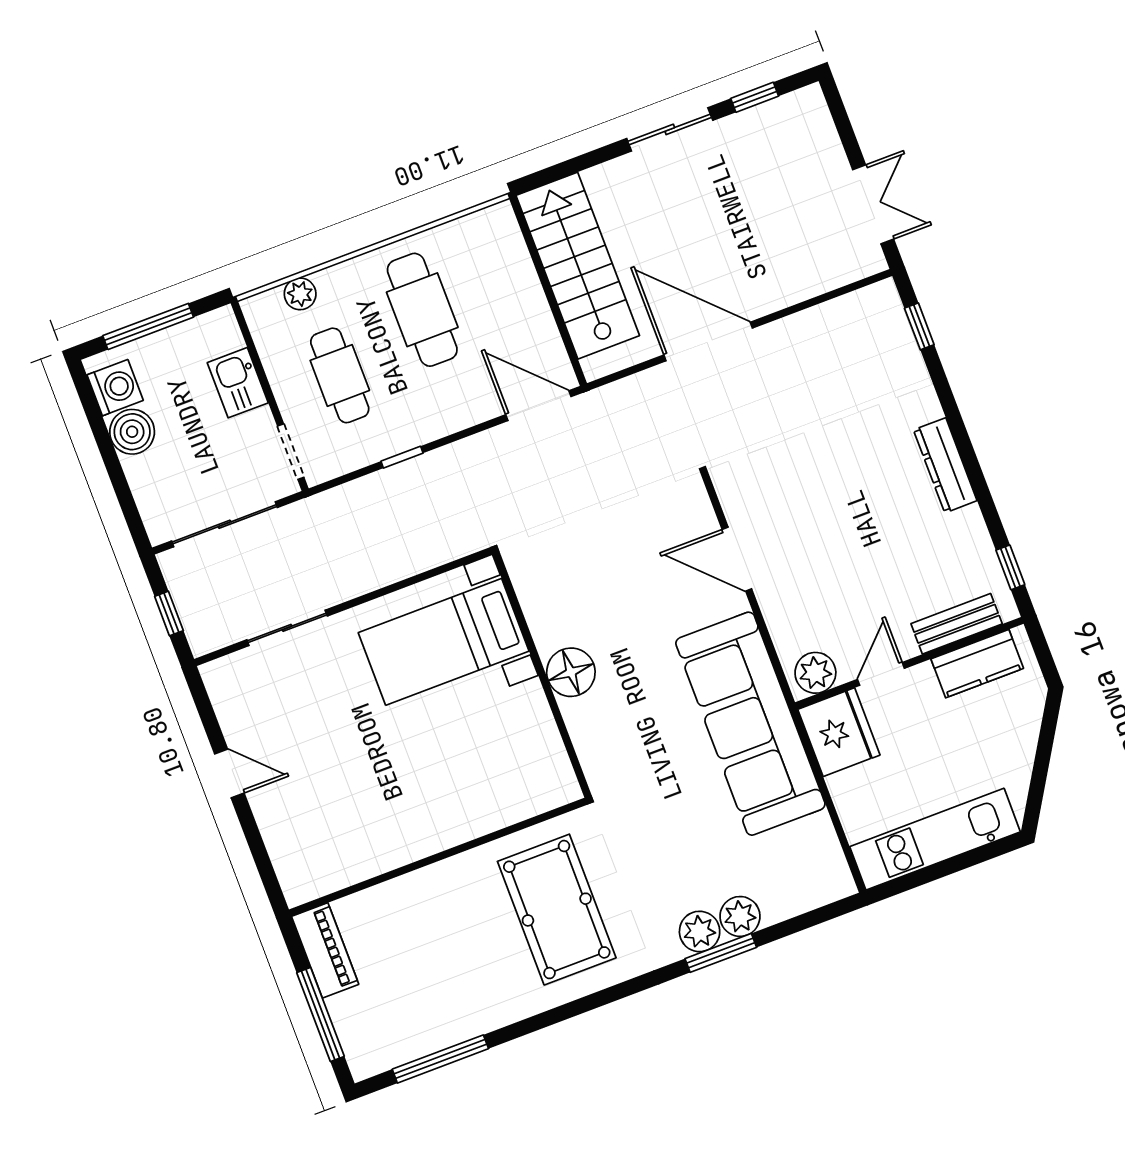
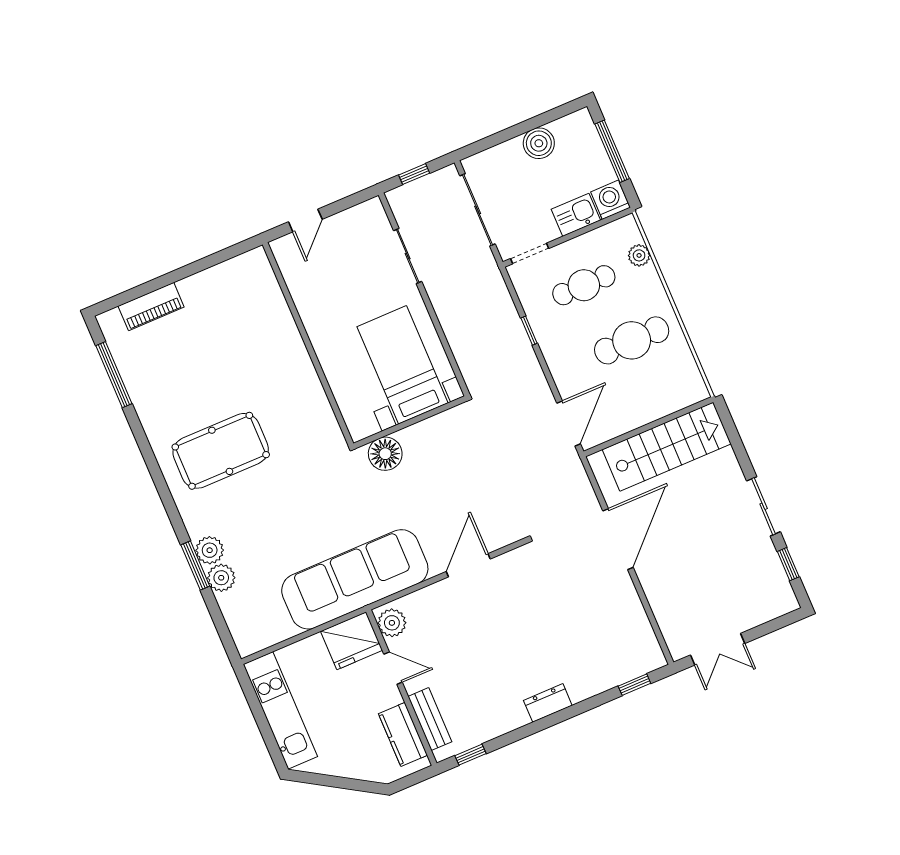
washing machine: (115, 388) -> (610, 200), moved, turned 180
dresser: (945, 465) -> (548, 703), width x0.70
wall: (438, 857) -> (308, 344), moved
piano: (325, 950) -> (151, 307), moved
window: (320, 1014) -> (141, 290), removed

